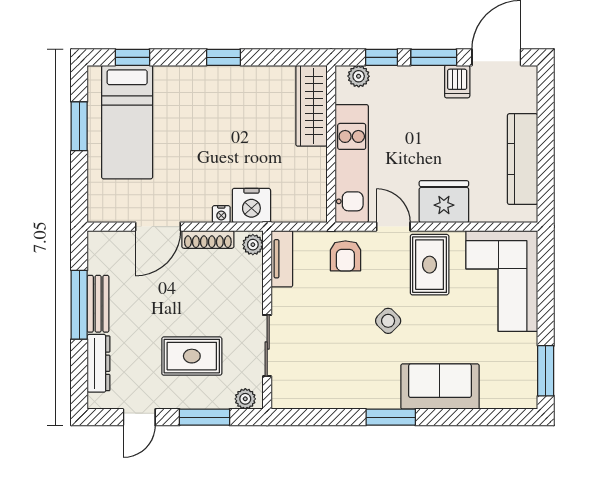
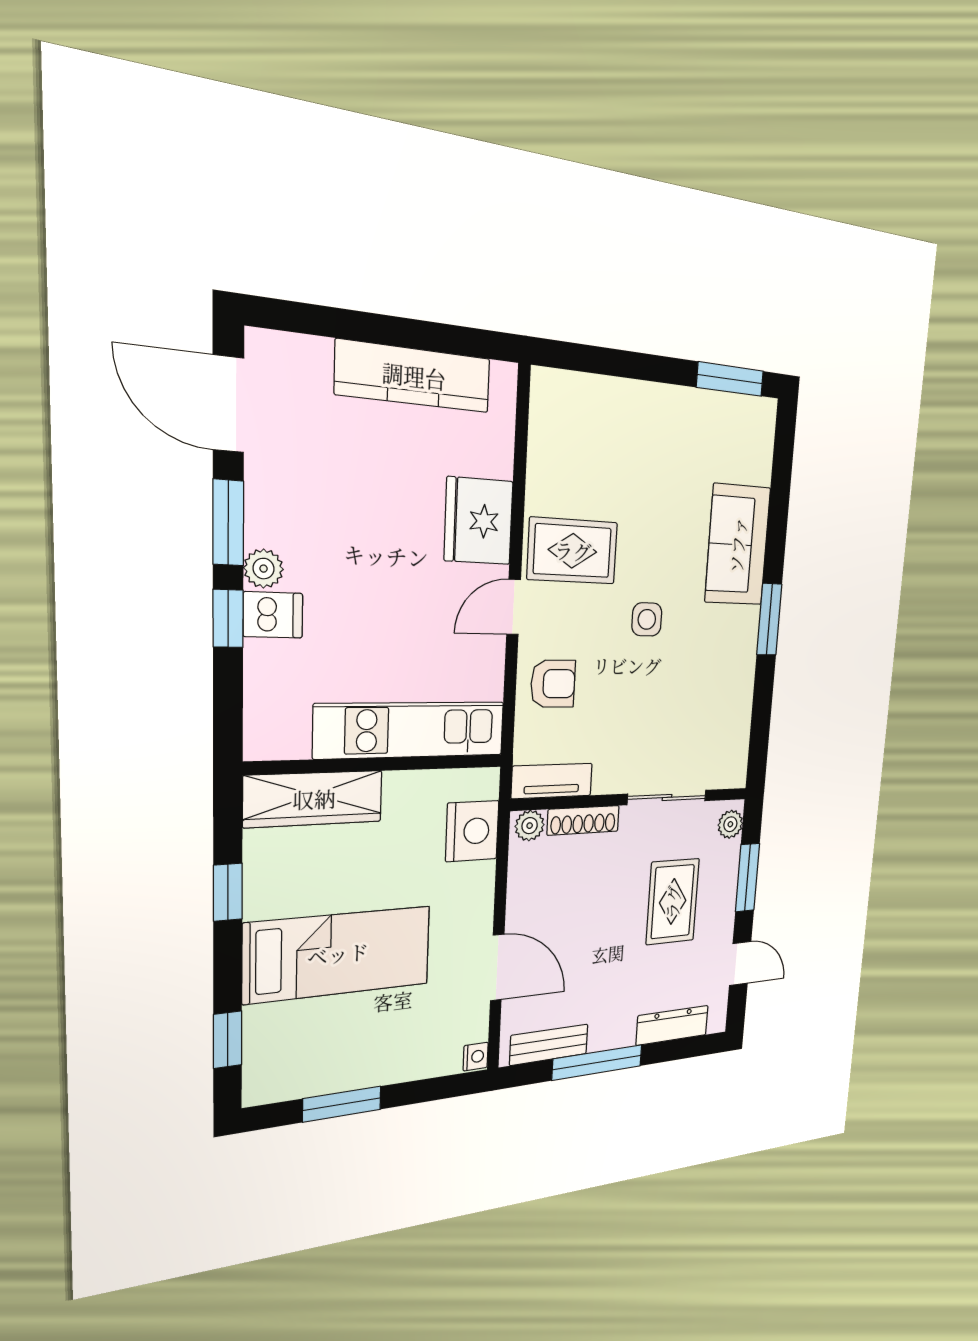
plant: (359, 76) -> (264, 569), moved
dishwasher: (457, 82) -> (273, 615), moved
wardrobe: (311, 106) -> (314, 799), moved
bed: (127, 122) -> (338, 954), moved
wall: (331, 144) -> (378, 764), moved
kitchen unit: (352, 164) -> (411, 730), moved
nightstand: (221, 214) -> (476, 1057), moved
shoe rack: (208, 239) -> (583, 820), moved, turned 90
corner sofa: (502, 281) -> (603, 435), removed
bench: (98, 304) -> (549, 1045), moved
side table: (388, 321) -> (647, 619), turned 45

